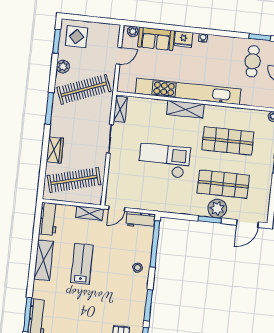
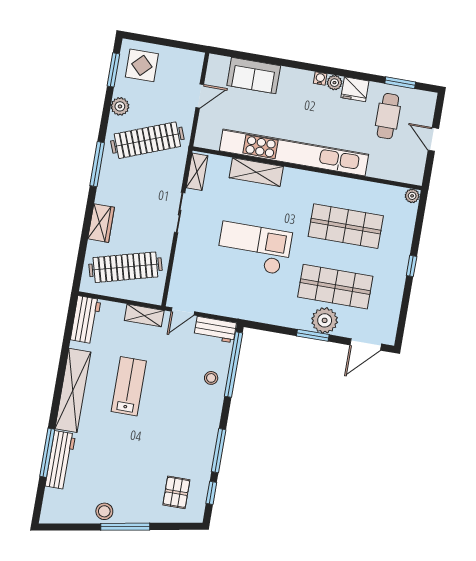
plant: (133, 31) -> (334, 83), moved
fridge: (183, 39) -> (355, 89), moved
shelving: (185, 109) -> (256, 172), moved
shelving: (44, 260) -> (73, 390), width x1.47
stool: (138, 268) -> (211, 378), moved

